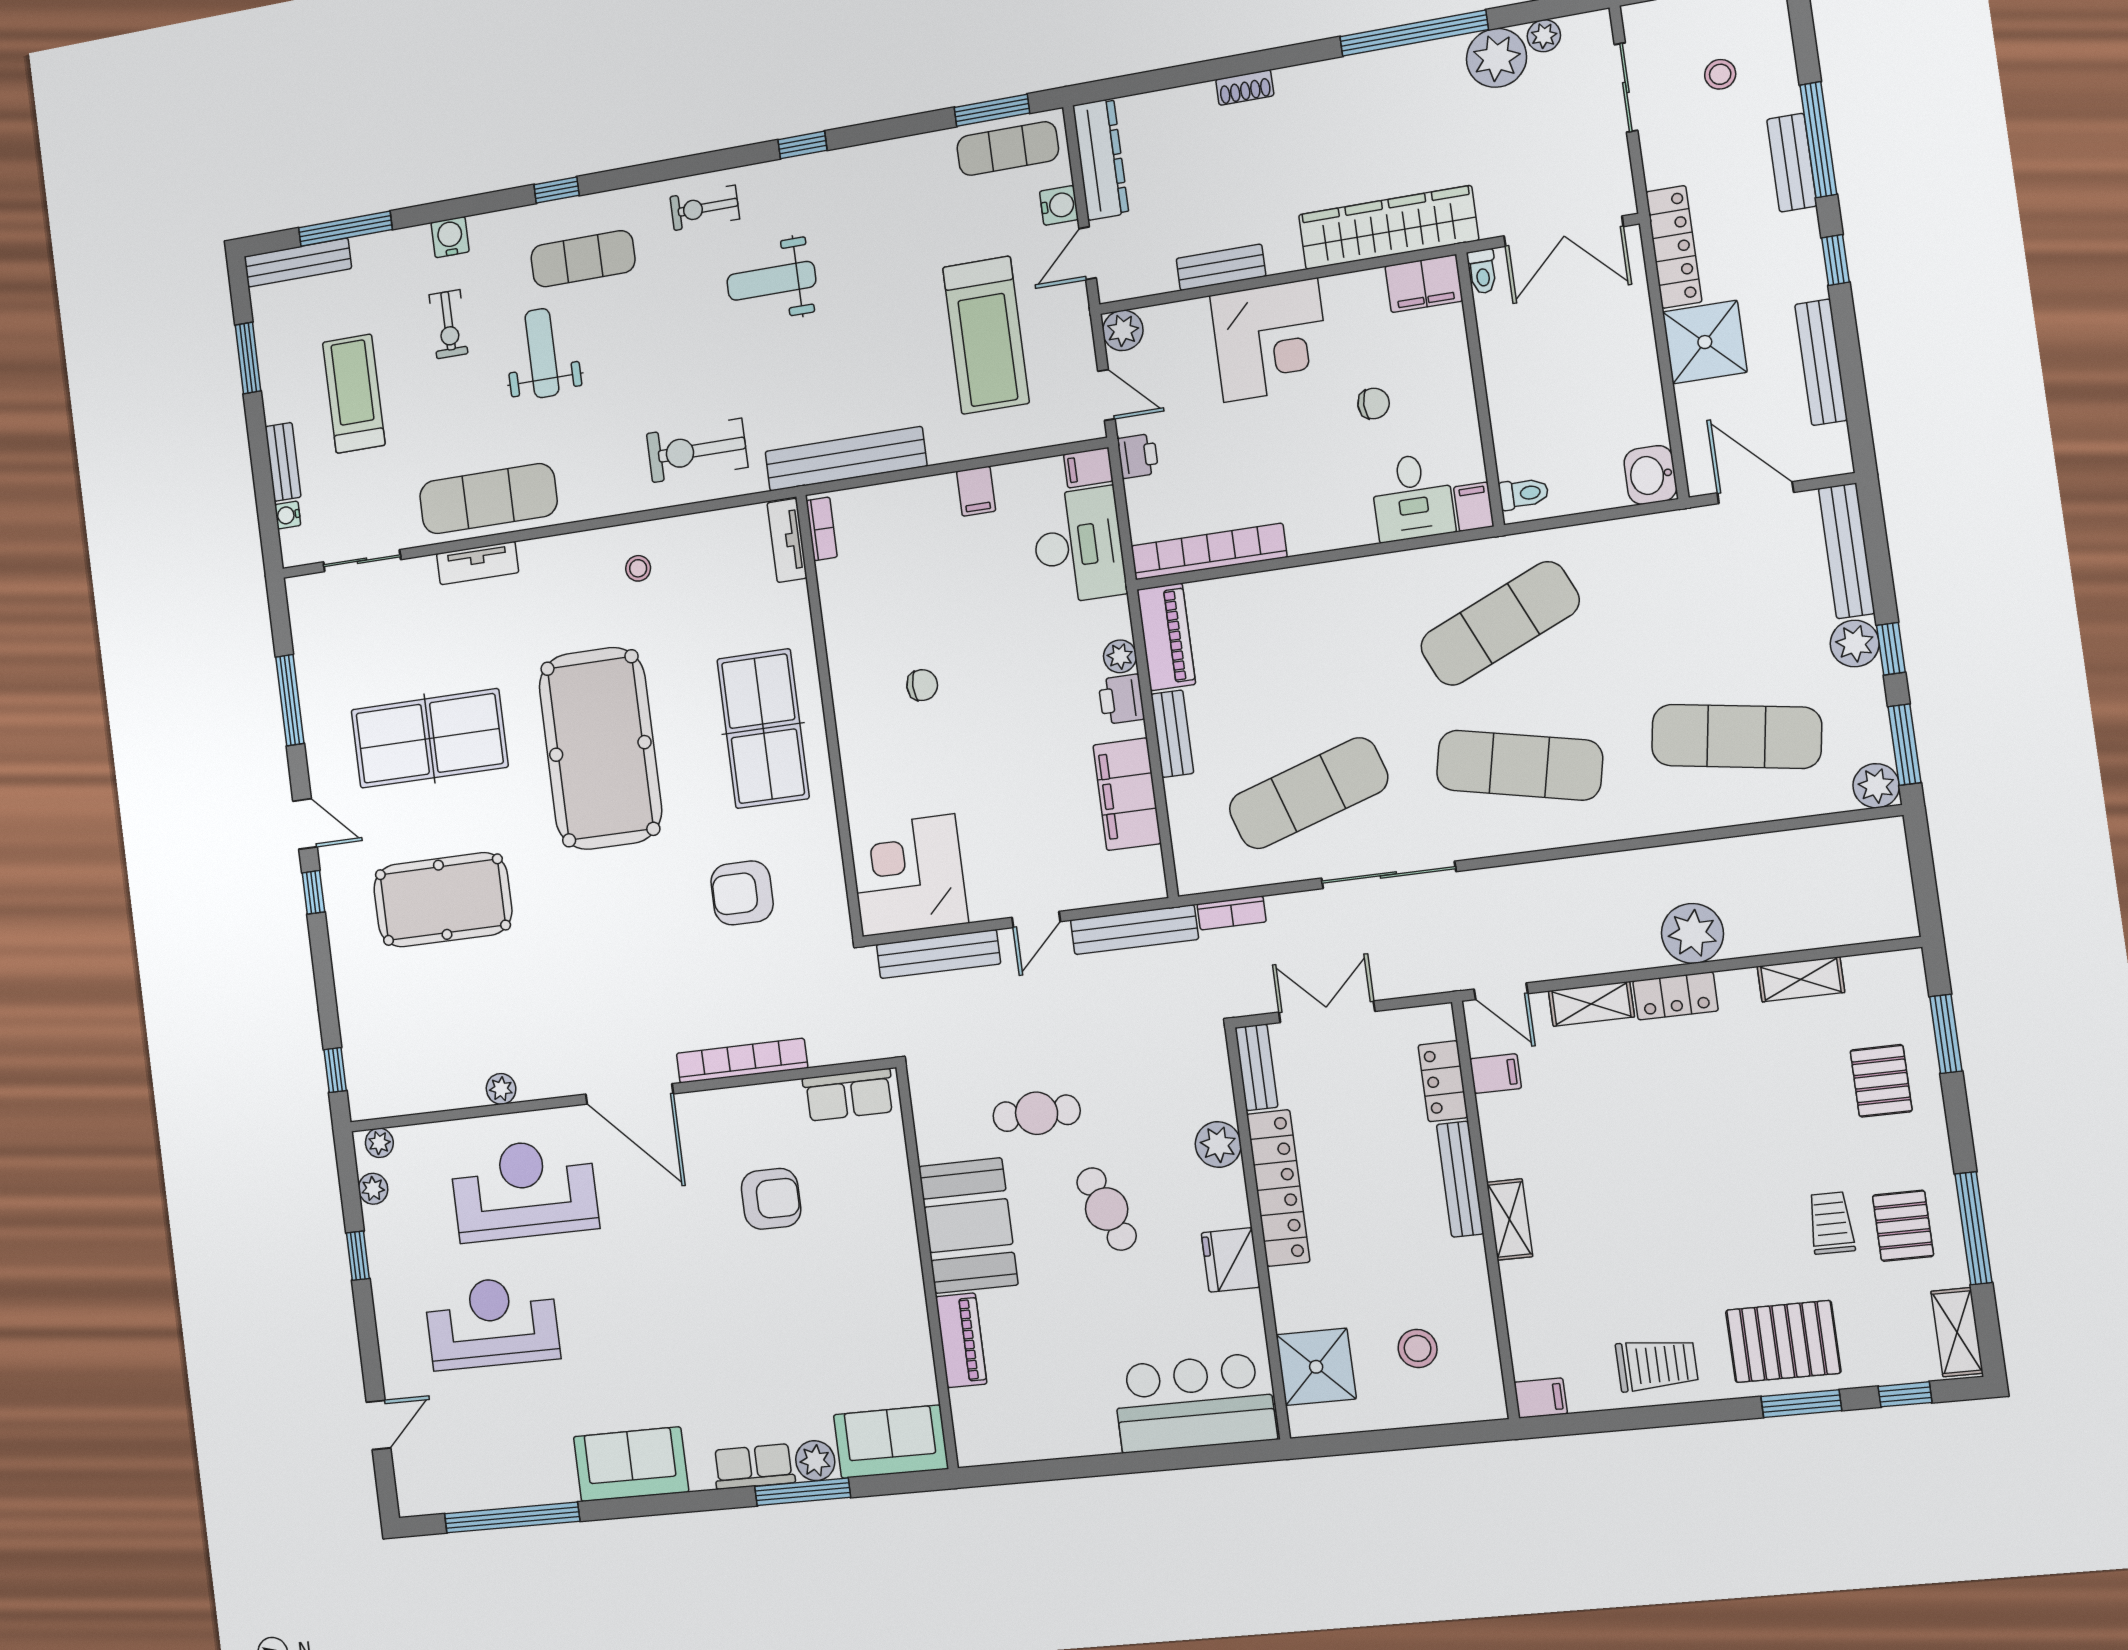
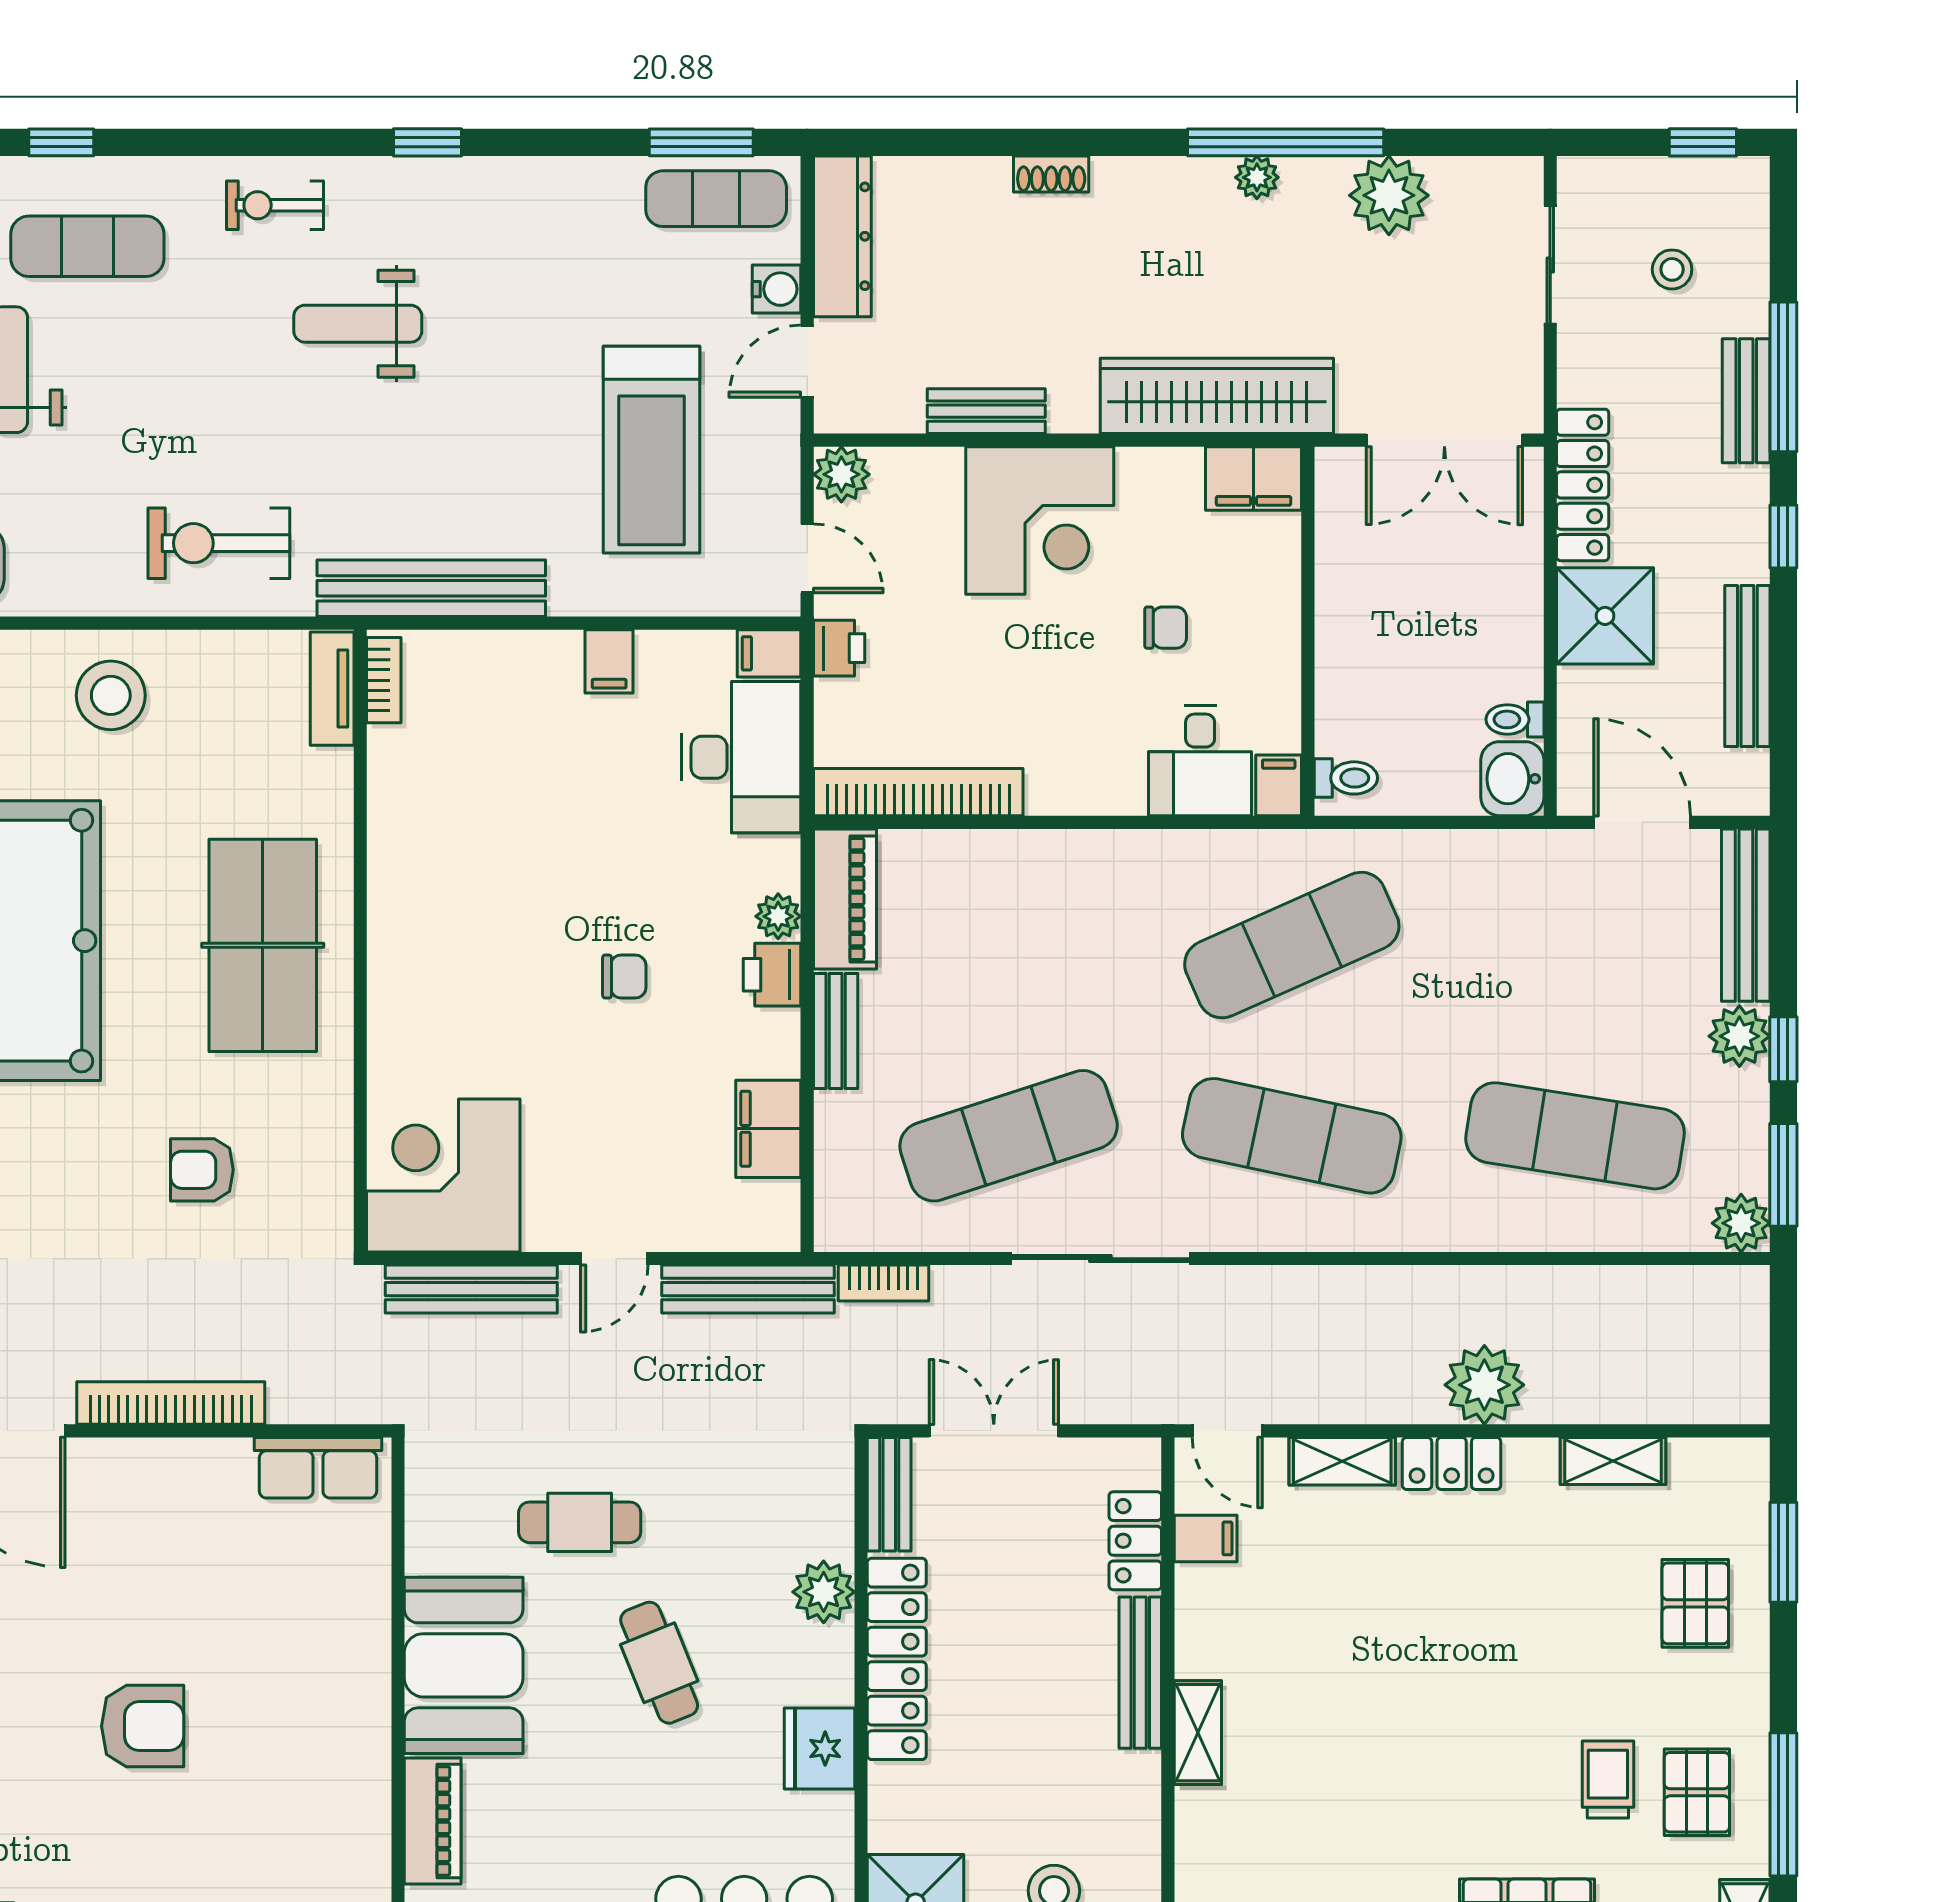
plant: (1544, 36) -> (1257, 177), moved
toilet: (1482, 271) -> (1515, 719), moved, turned 90
stool: (638, 568) -> (111, 695), width x1.89, depth x1.89
chair: (922, 685) -> (624, 977), moved
filing cabinet: (1127, 794) -> (768, 1129), width x0.67, depth x0.86
armchair: (742, 893) -> (202, 1170), width x0.72, depth x0.72
armchair: (771, 1199) -> (143, 1726), moved

